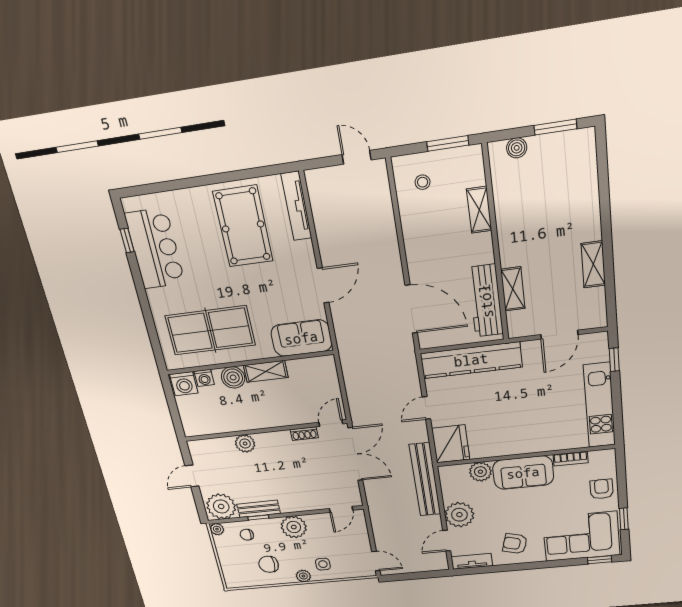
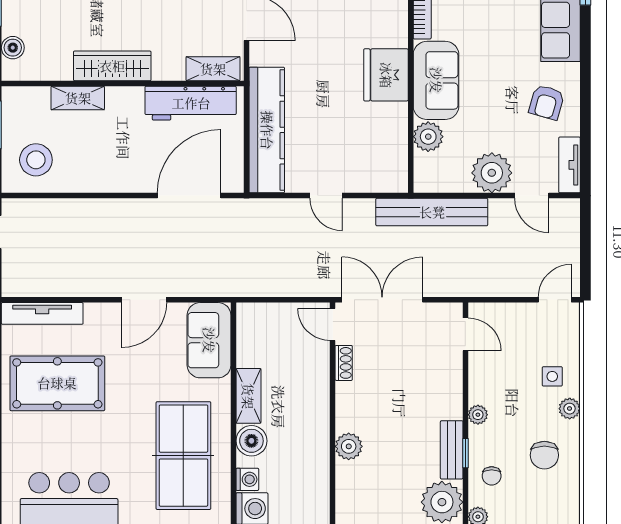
stool: (423, 182) -> (36, 160), width x1.89, depth x1.89
wardrobe: (509, 235) -> (112, 66), added
door: (323, 285) -> (144, 300), swing flipped
shelving: (513, 289) -> (213, 69), moved
fridge: (451, 444) -> (386, 75), moved, turned -90
plant: (294, 527) -> (478, 415), width x0.53, depth x0.53

